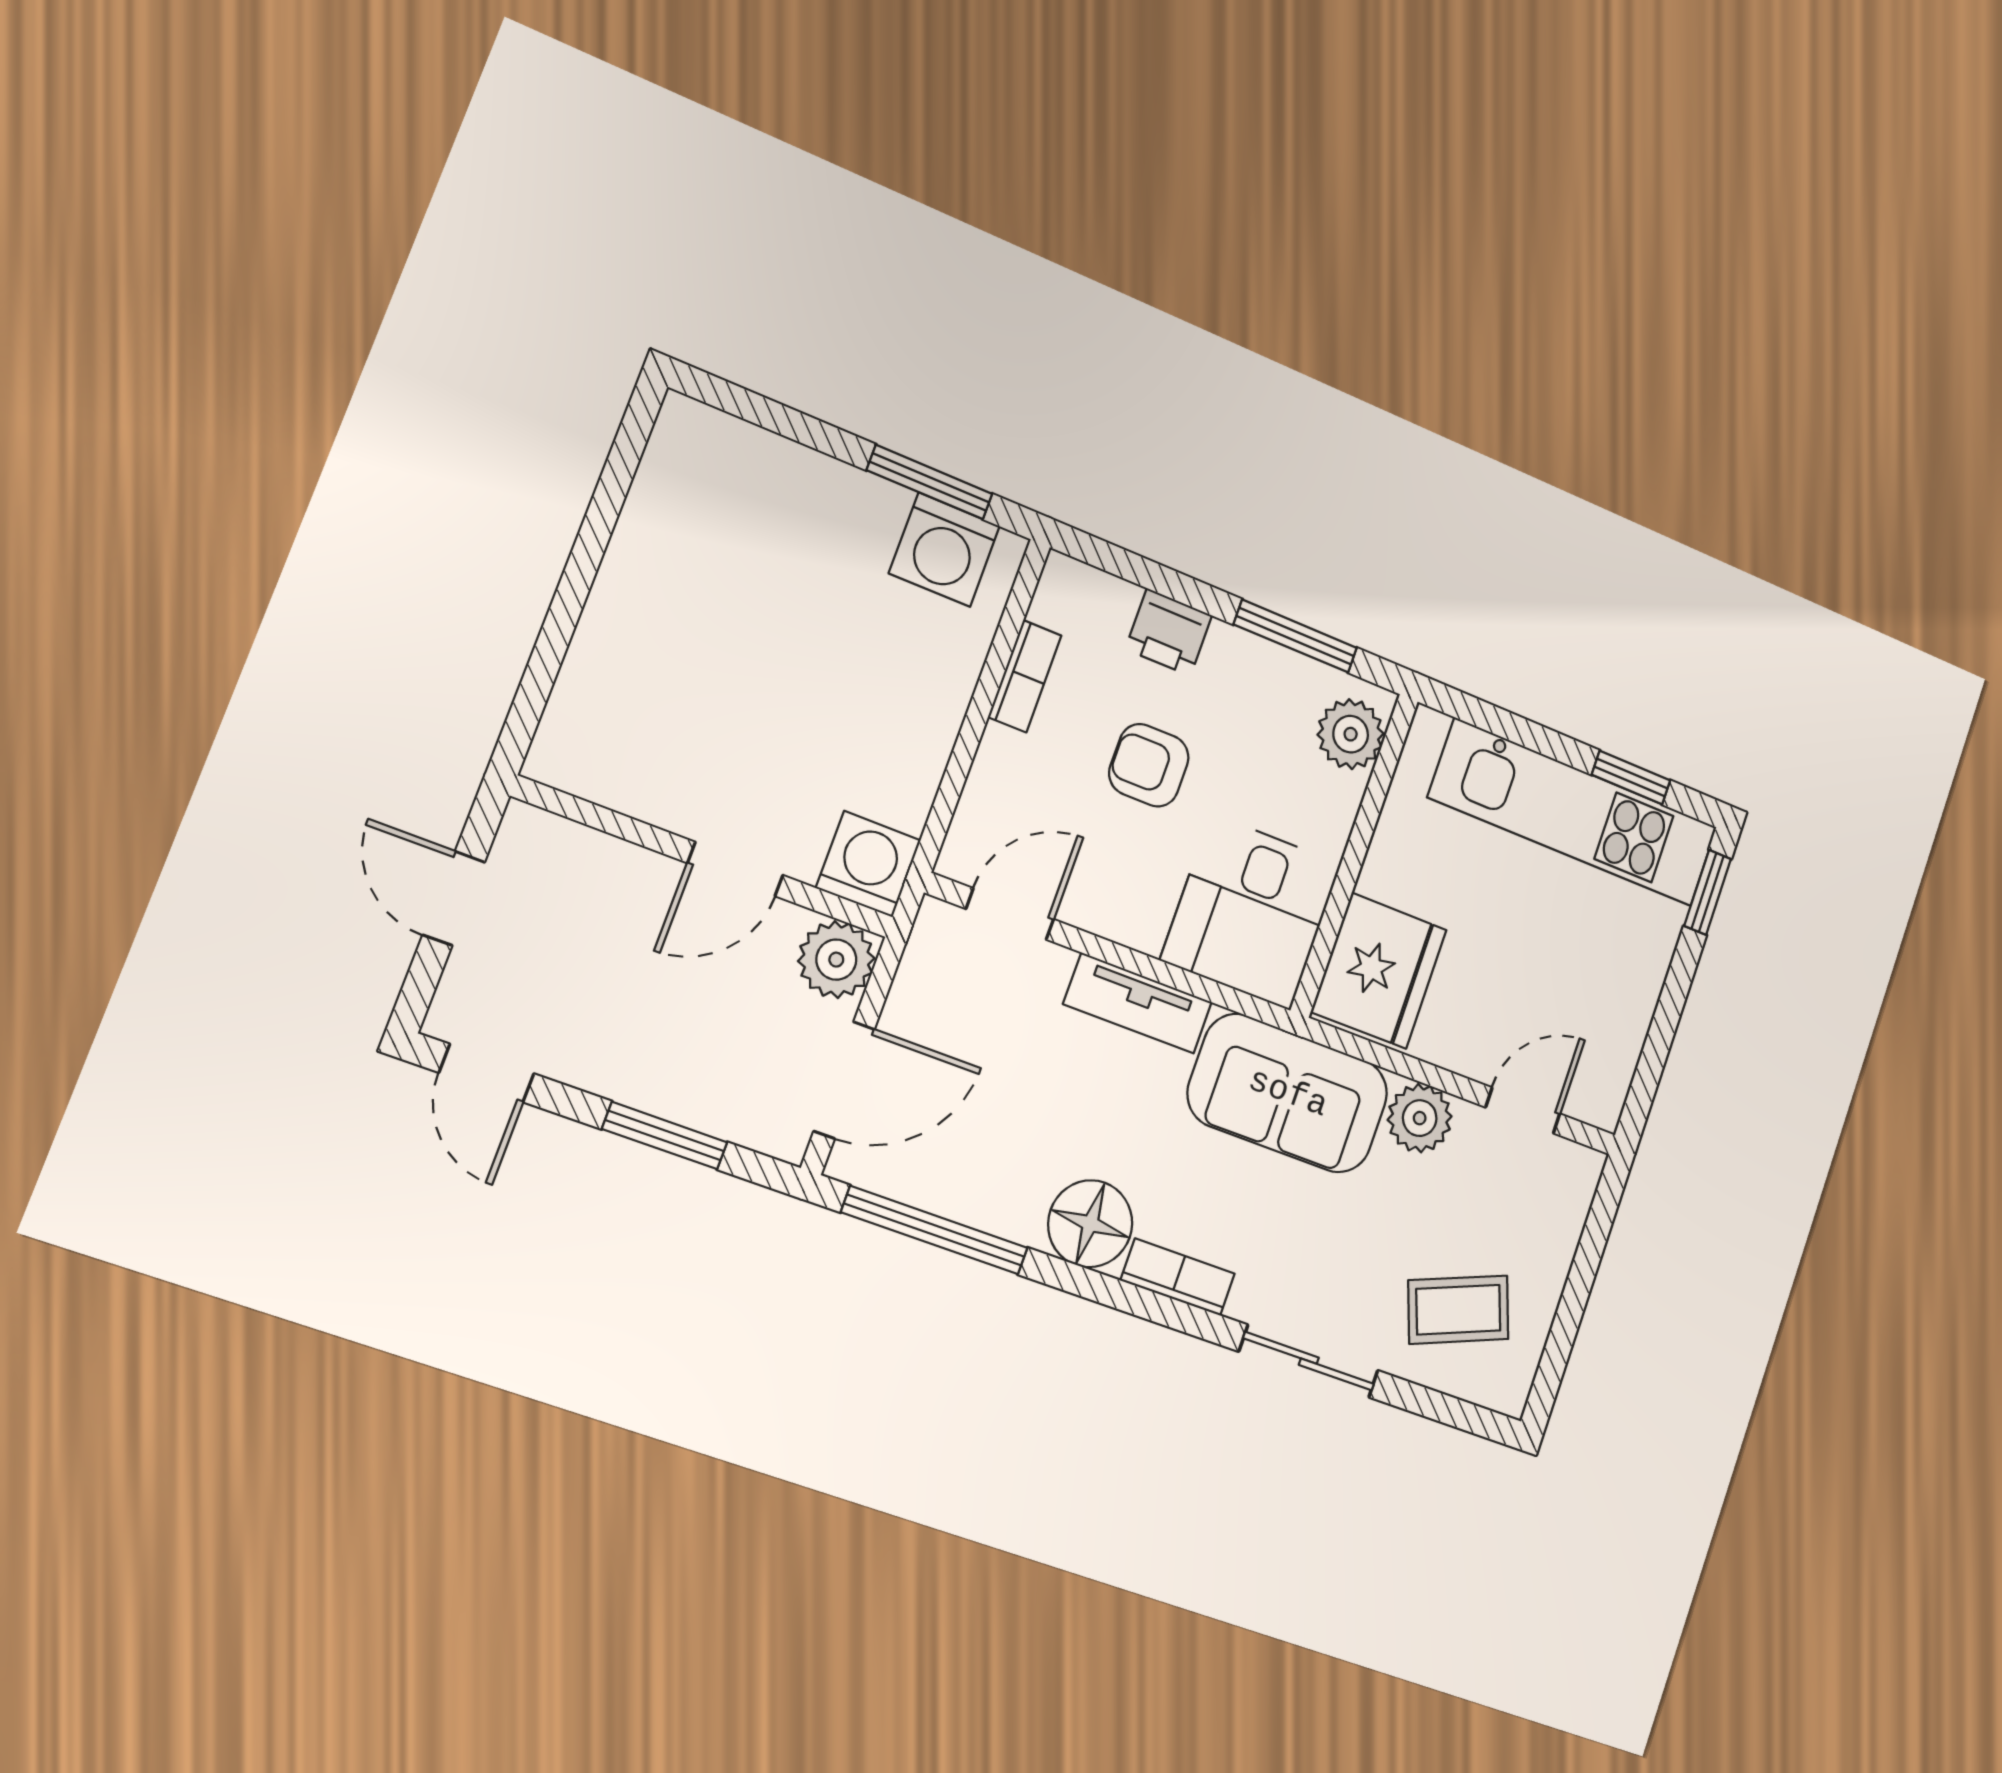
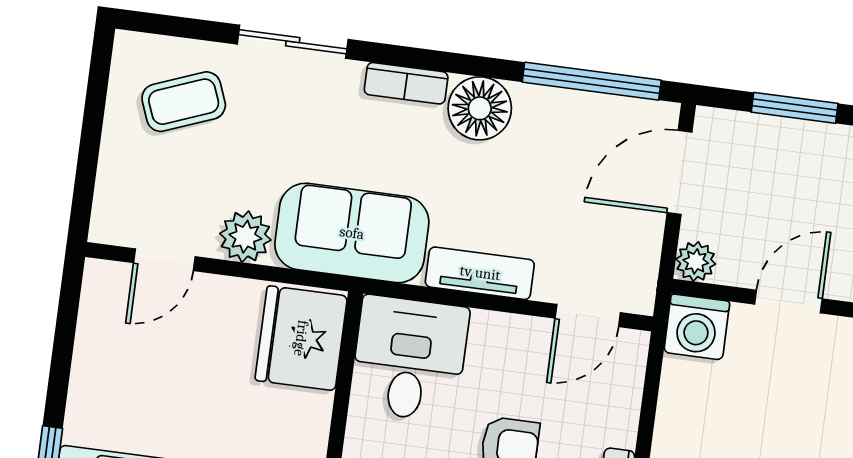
plant: (836, 960) -> (696, 261), width x0.73, depth x0.73

